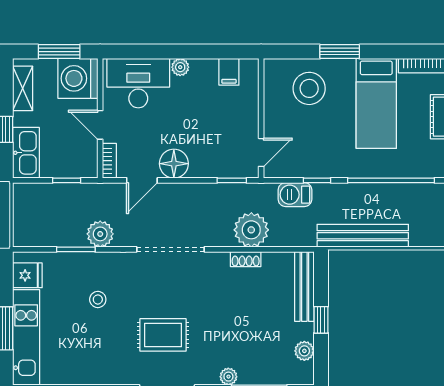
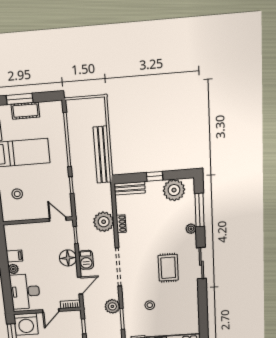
filing cabinet: (229, 72) -> (14, 256), moved
stool: (309, 88) -> (17, 194), width x0.53, depth x0.53
floor lamp: (174, 164) -> (68, 258), moved
door: (142, 180) -> (80, 286), hinge flipped
barbecue: (295, 195) -> (86, 260), moved
bench: (304, 286) -> (130, 188), width x0.73
plant: (304, 351) -> (174, 190), width x1.88, depth x1.88

